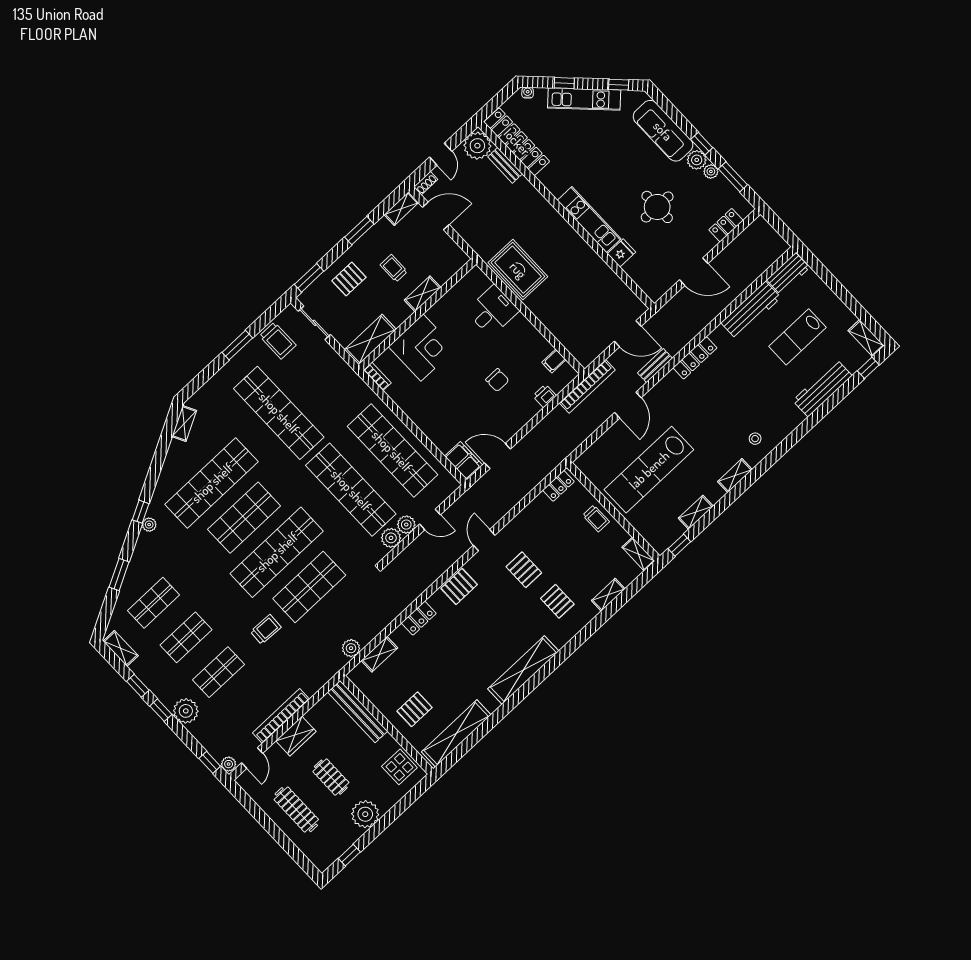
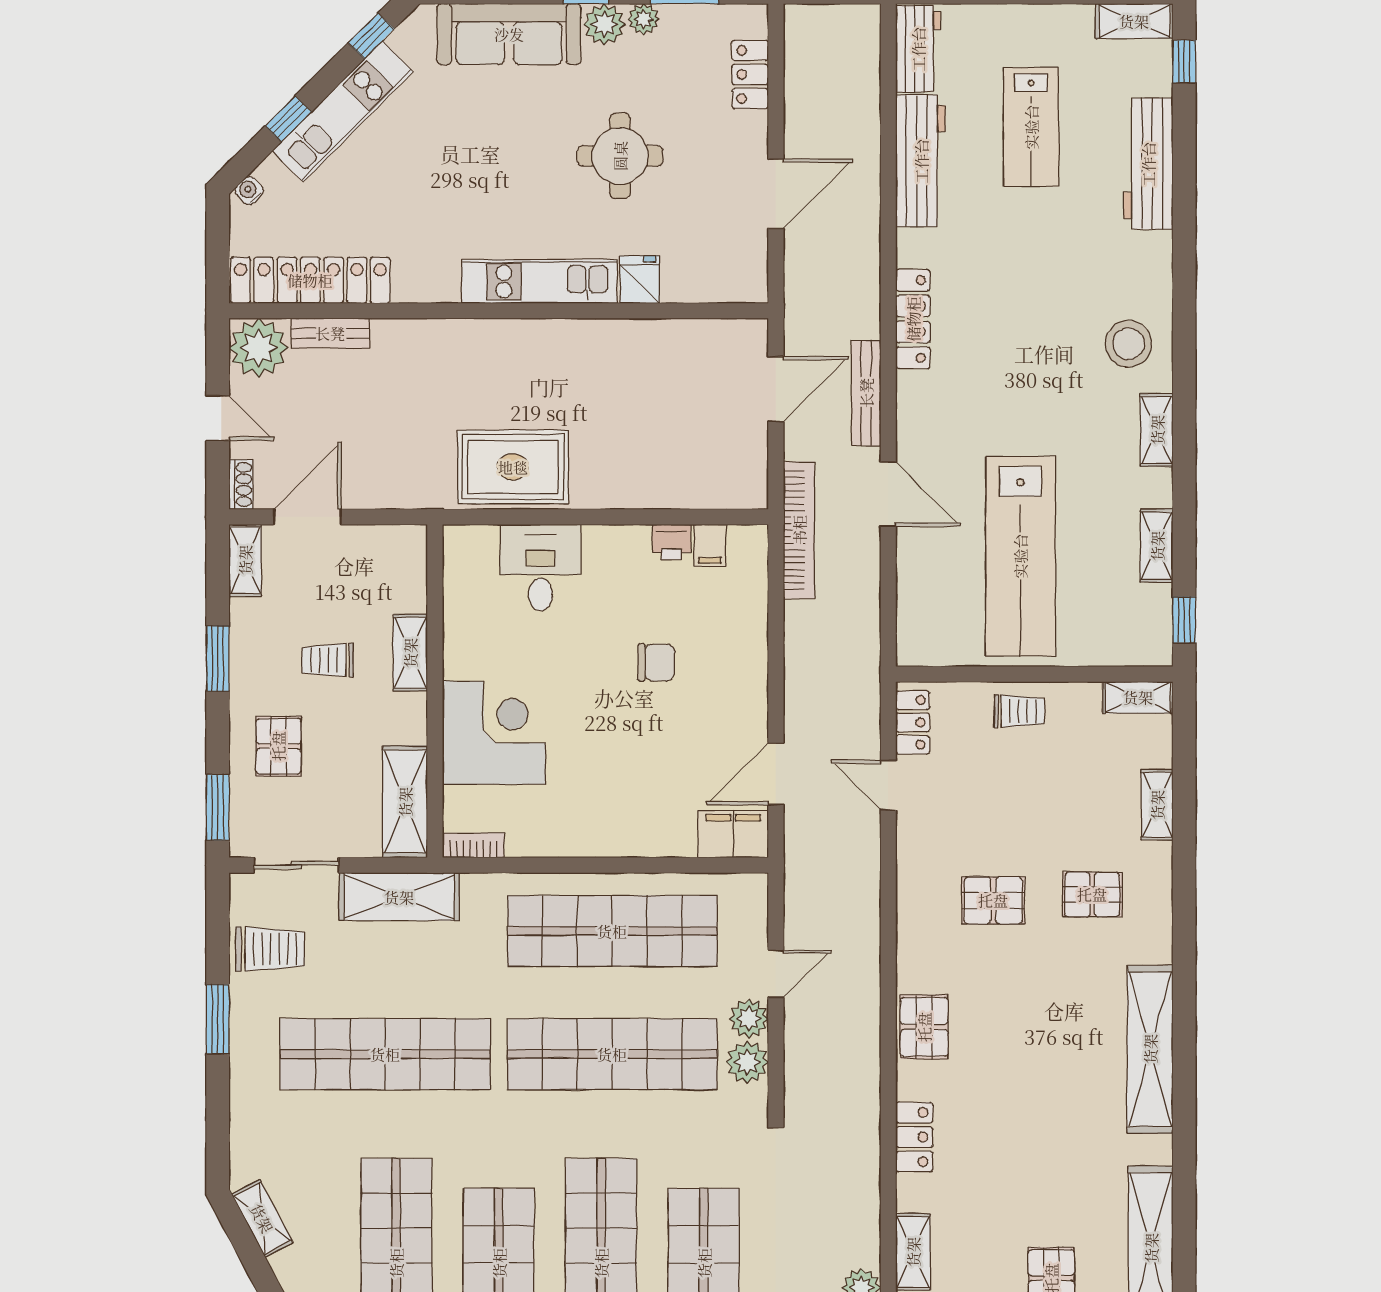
bench: (655, 366) -> (866, 393), width x1.36
shelving: (336, 368) -> (399, 897), added
printer: (545, 396) -> (671, 542), moved, turned -90
stool: (755, 439) -> (1128, 344), width x1.89, depth x1.89
door: (484, 540) -> (888, 785), moved

